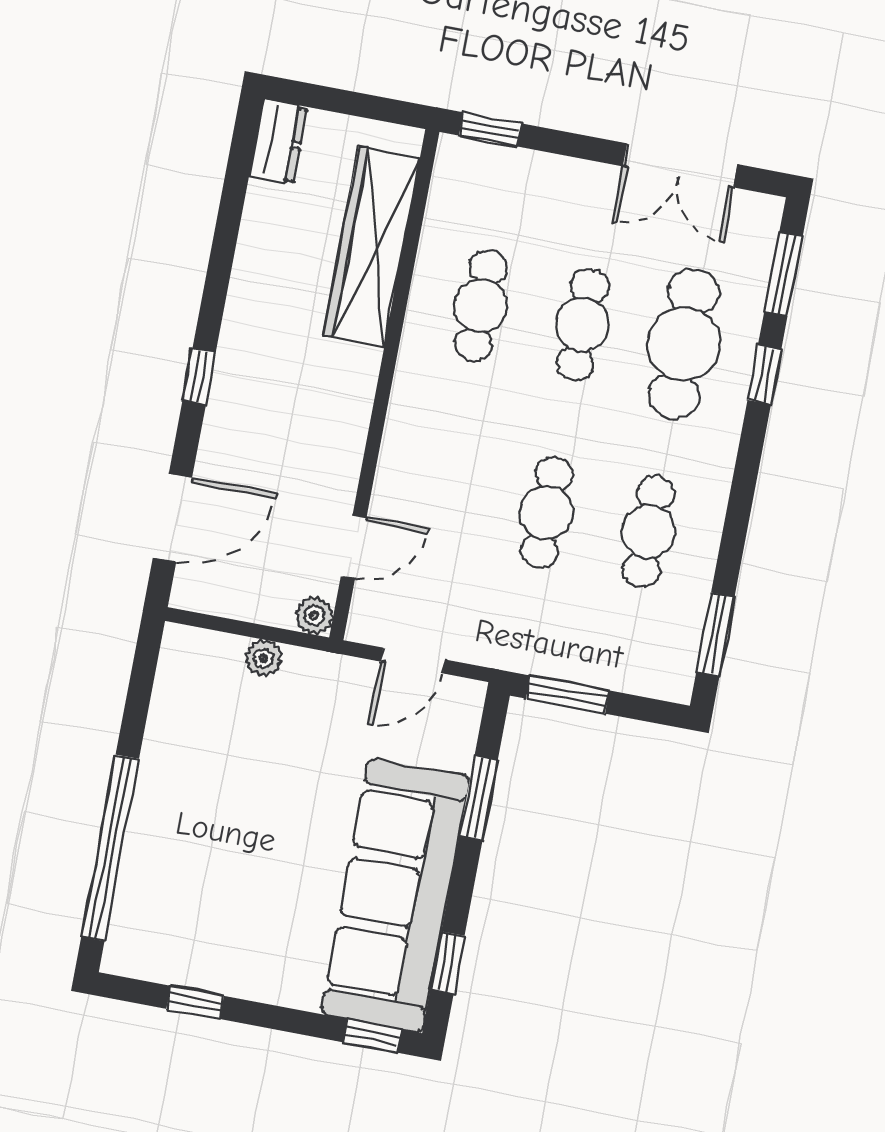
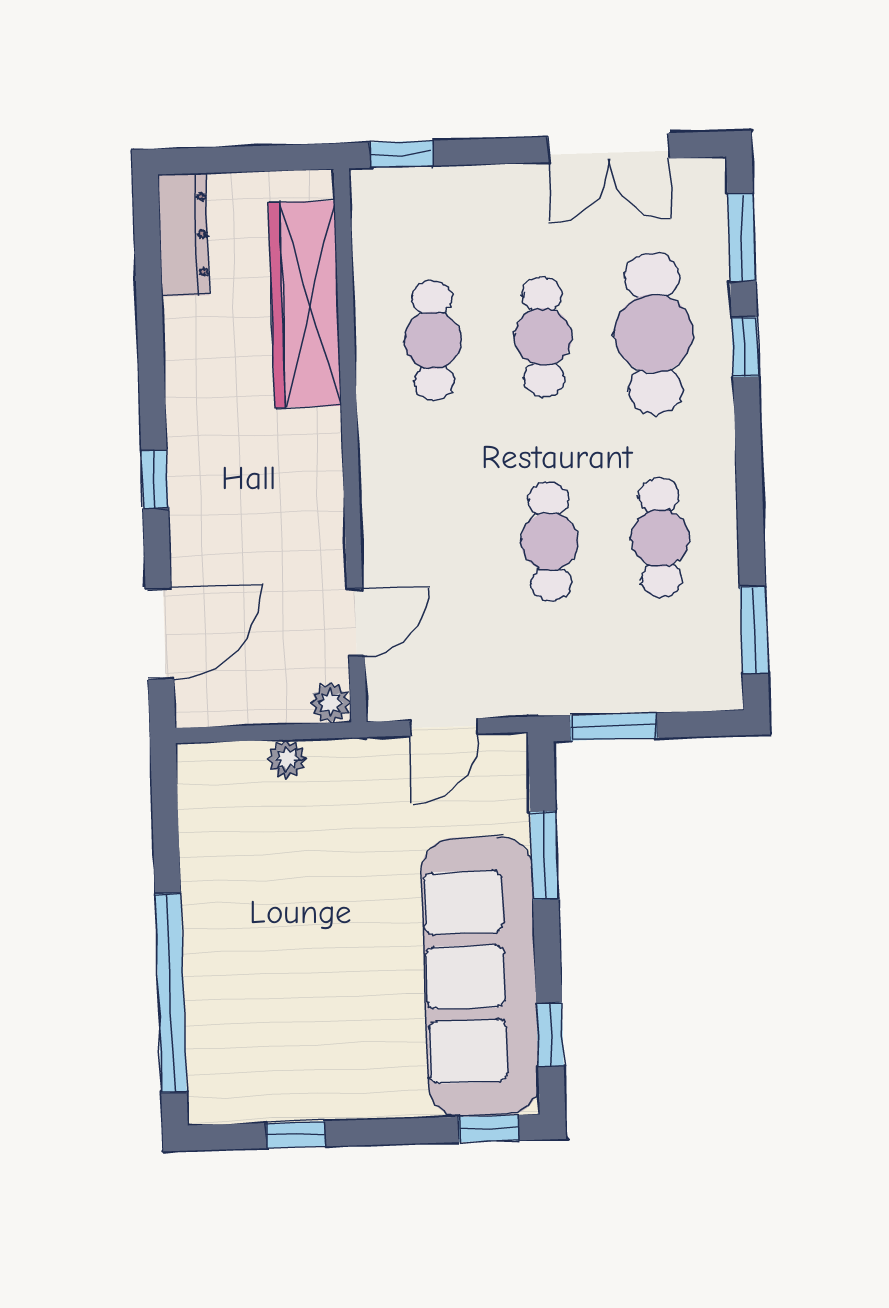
dresser: (278, 142) -> (184, 235), width x1.44

